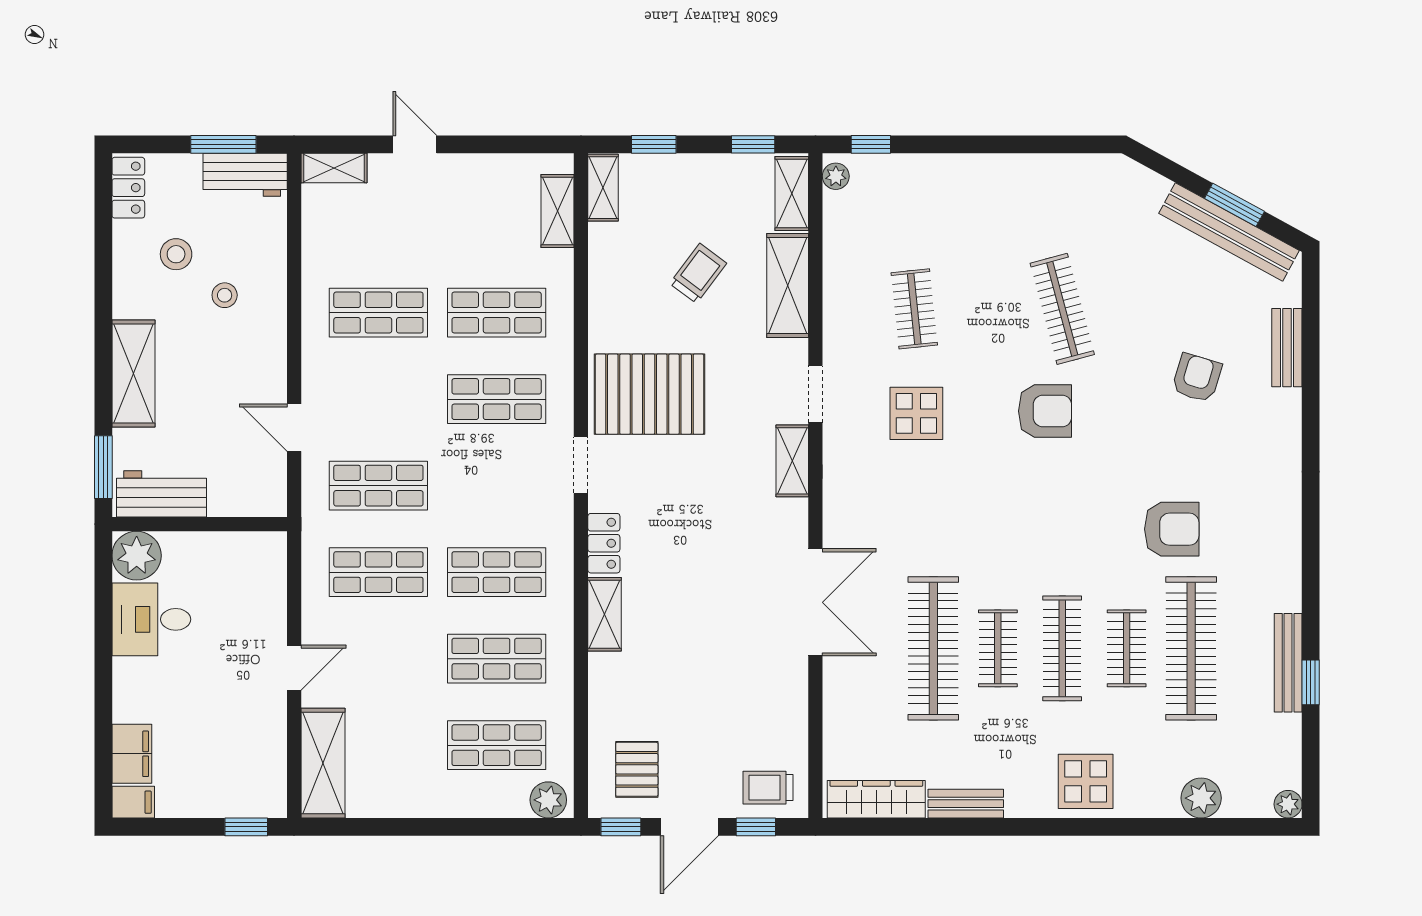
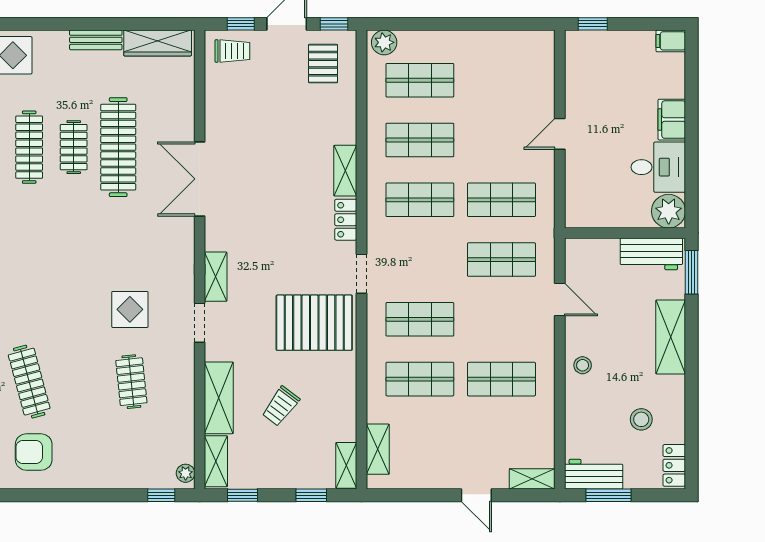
stool: (225, 295) -> (583, 365), moved
armchair: (1045, 411) -> (34, 452), moved
filing cabinet: (132, 754) -> (672, 120), moved
shelving: (323, 763) -> (540, 68), removed

